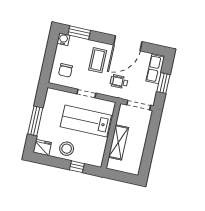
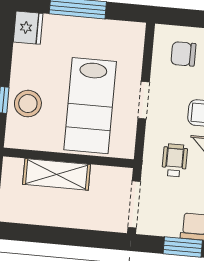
lab bench: (86, 121) -> (90, 106), turned 180
stool: (67, 149) -> (28, 104), moved

